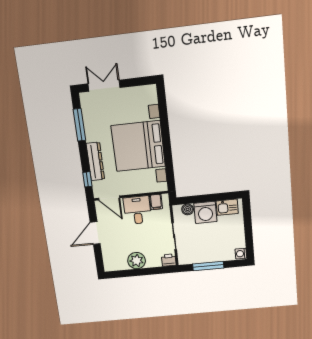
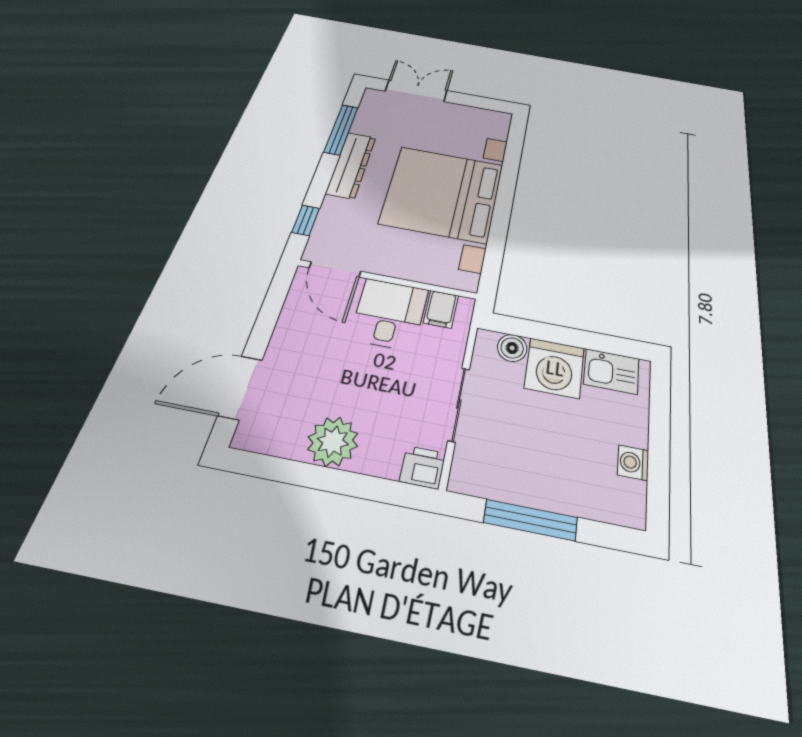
dresser: (95, 161) -> (351, 165), moved
door: (95, 233) -> (240, 387), moved
washing machine: (241, 254) -> (633, 463), moved

